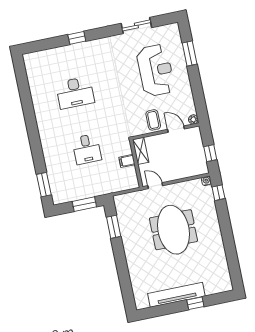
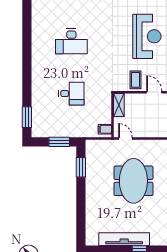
desk: (87, 149) -> (71, 94), turned -90
filing cabinet: (127, 161) -> (105, 129), moved

